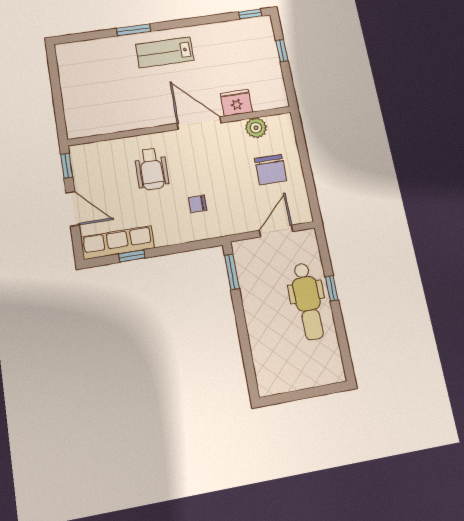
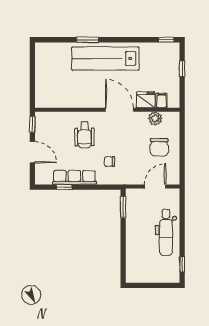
lab bench: (165, 52) -> (105, 58), width x1.86, depth x1.39
filing cabinet: (260, 100) -> (161, 100), added
row of seats: (118, 243) -> (74, 178), moved
window: (332, 288) -> (182, 265), moved

